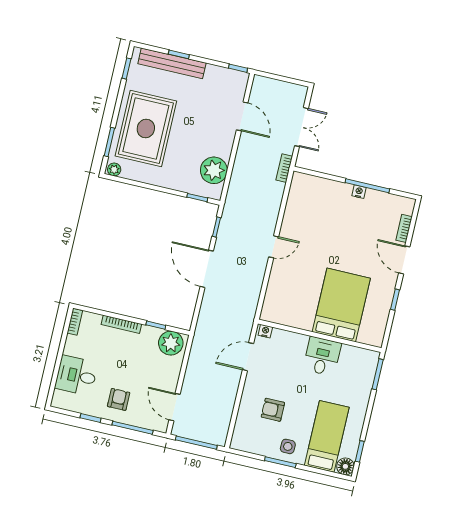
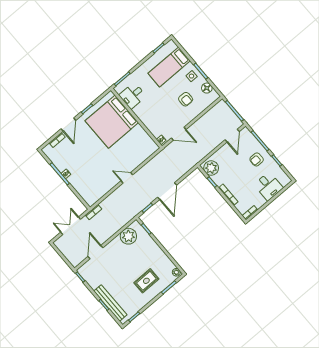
rug: (146, 128) -> (146, 281), width x0.54, depth x0.49
bed: (341, 305) -> (112, 122), width x1.36
desk: (322, 356) -> (133, 96), moved
floor lamp: (345, 466) -> (207, 88), moved

